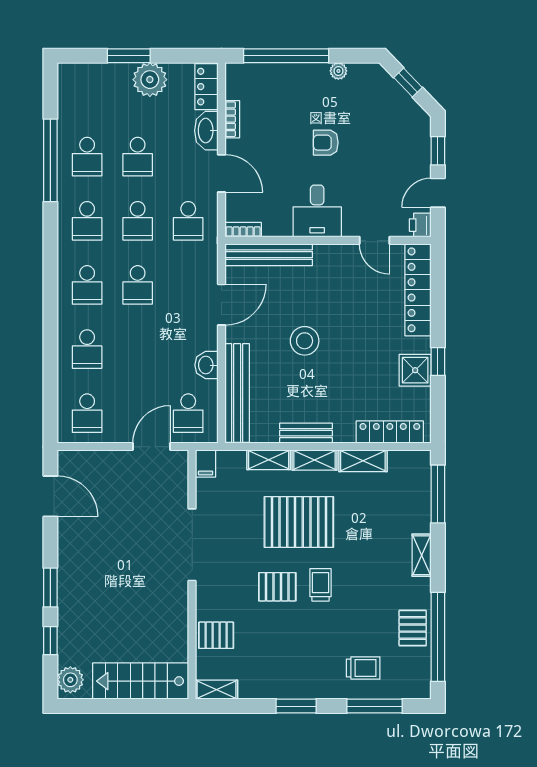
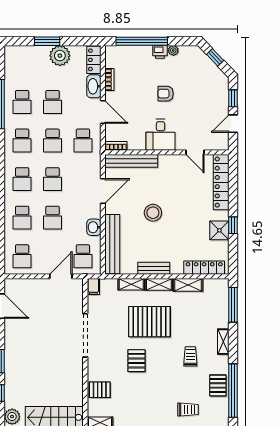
printer: (420, 225) -> (160, 52), moved, turned -90
school desk: (138, 349) -> (53, 218), added
trolley: (321, 585) -> (190, 356), moved
pallet: (277, 587) -> (137, 361), turned 90

